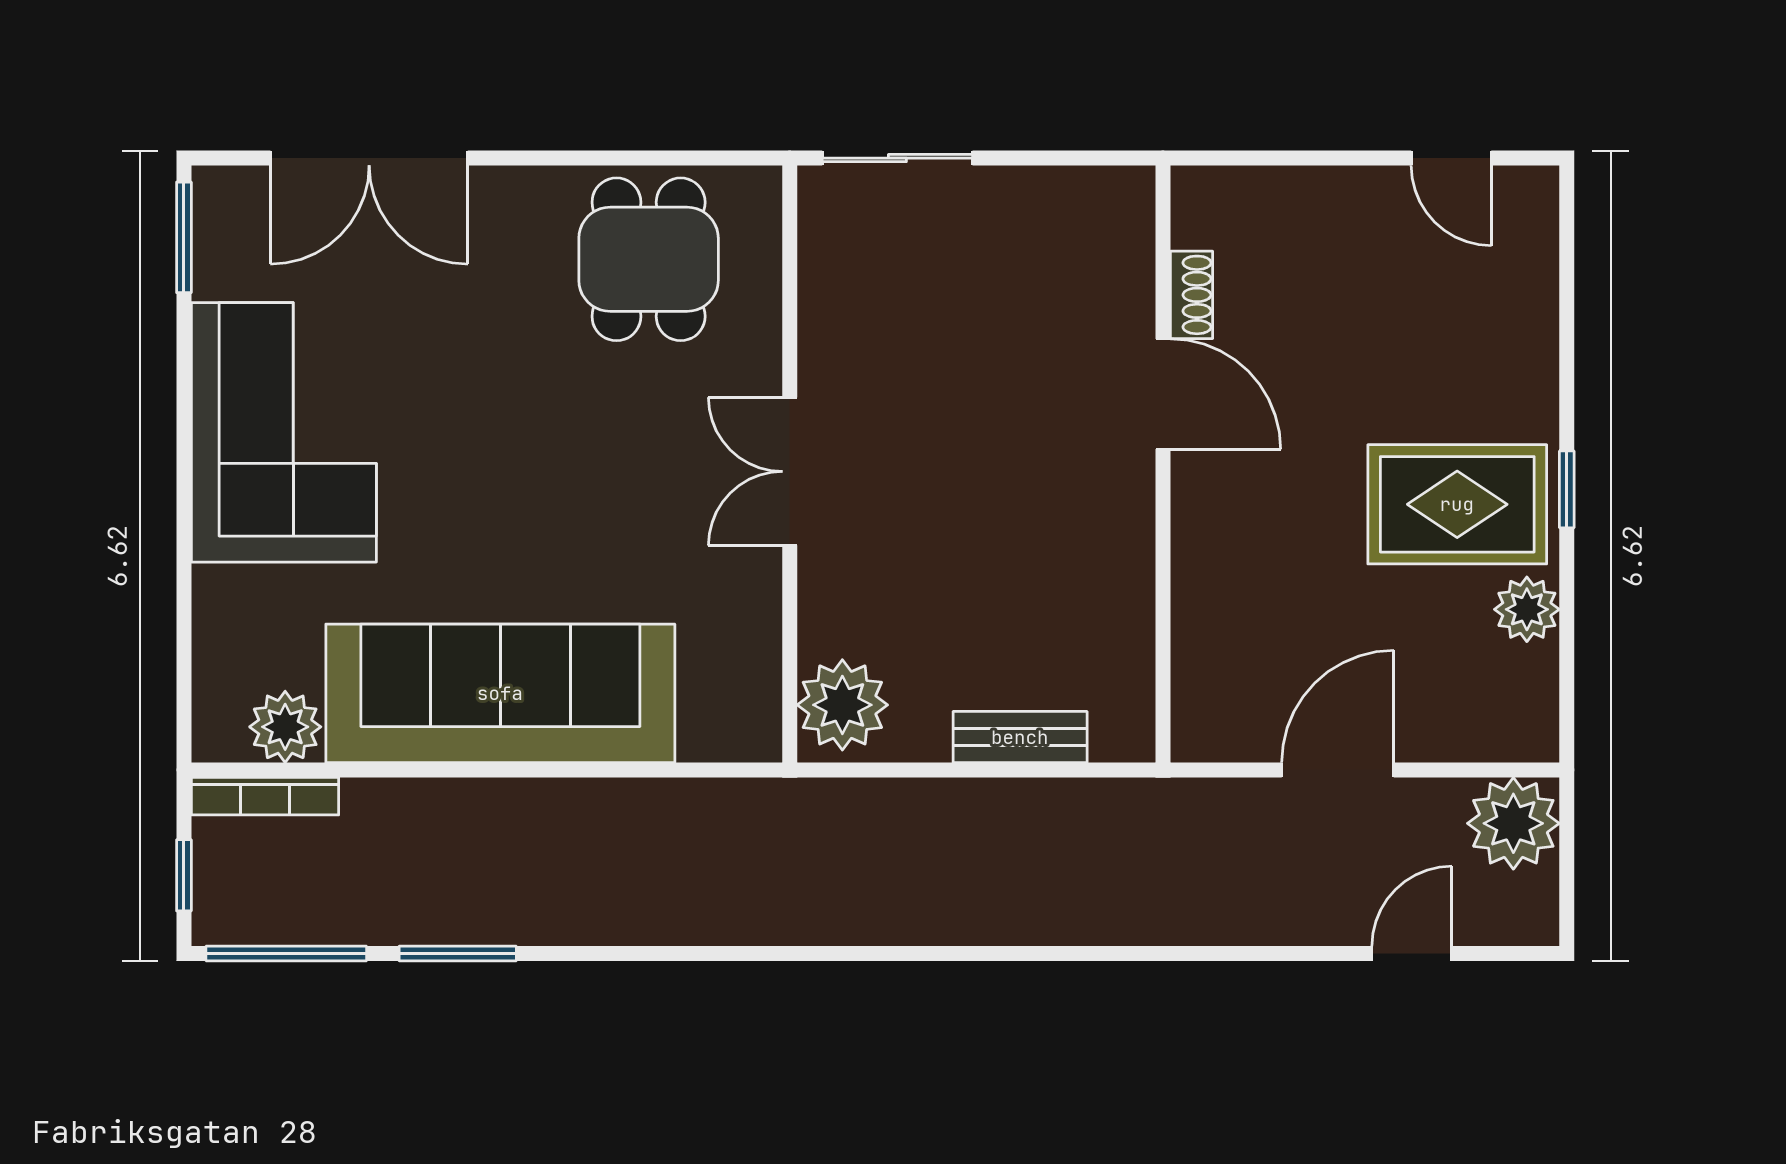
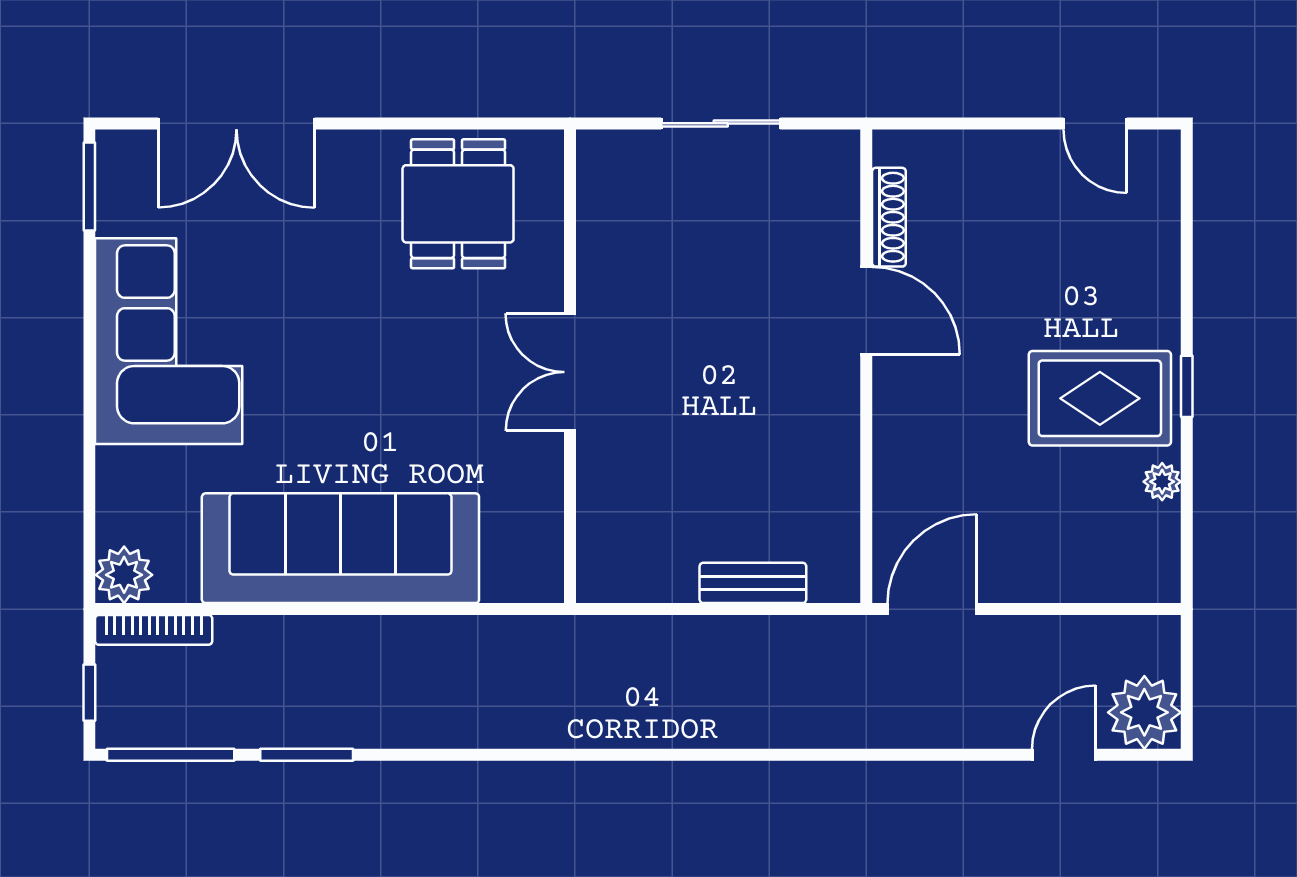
sliding door: (897, 158) -> (721, 123), moved
shoe rack: (1191, 295) -> (889, 217), width x1.43
plant: (1527, 609) -> (1162, 482), width x0.73, depth x0.73
plant: (842, 705) -> (612, 557), removed
plant: (285, 727) -> (124, 575), moved
door: (1338, 770) -> (932, 609), moved
plant: (1513, 823) -> (1144, 712), moved

